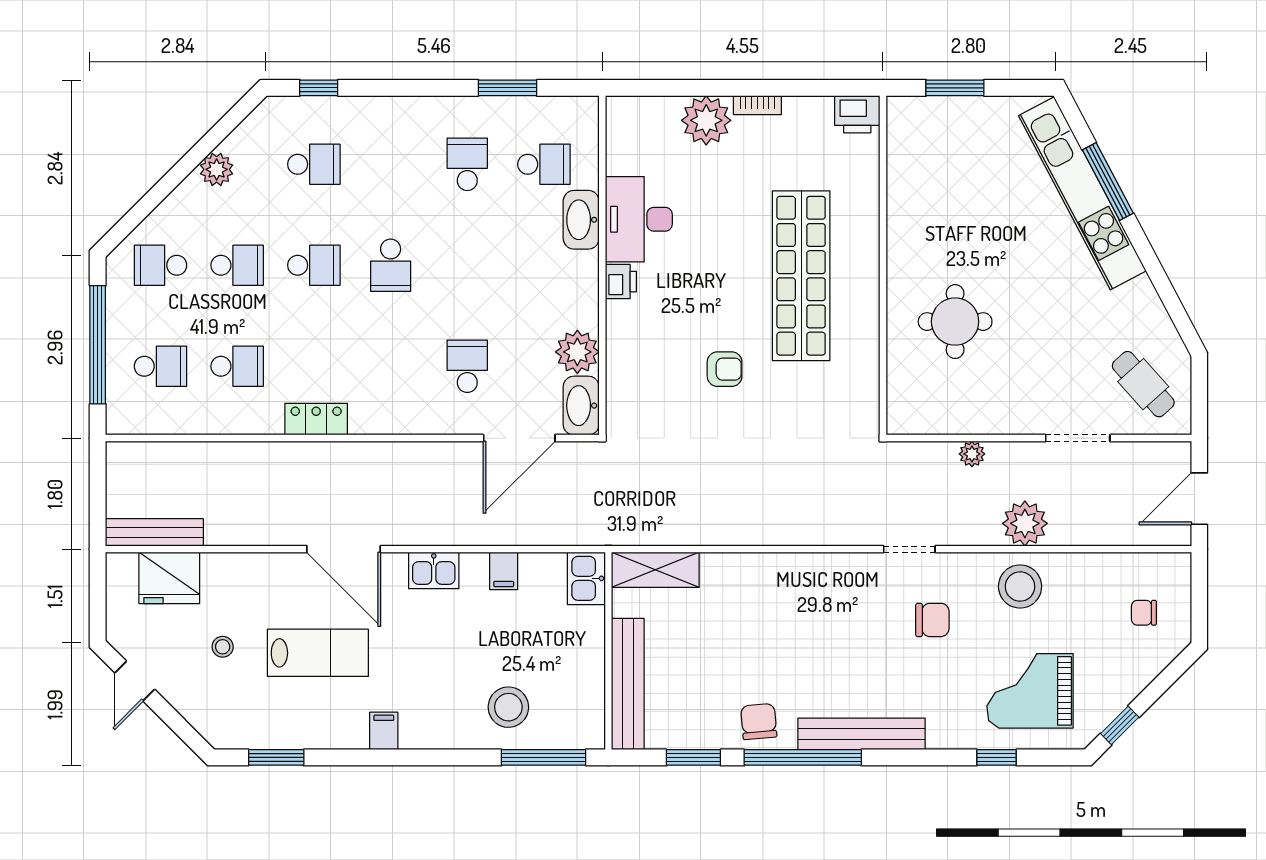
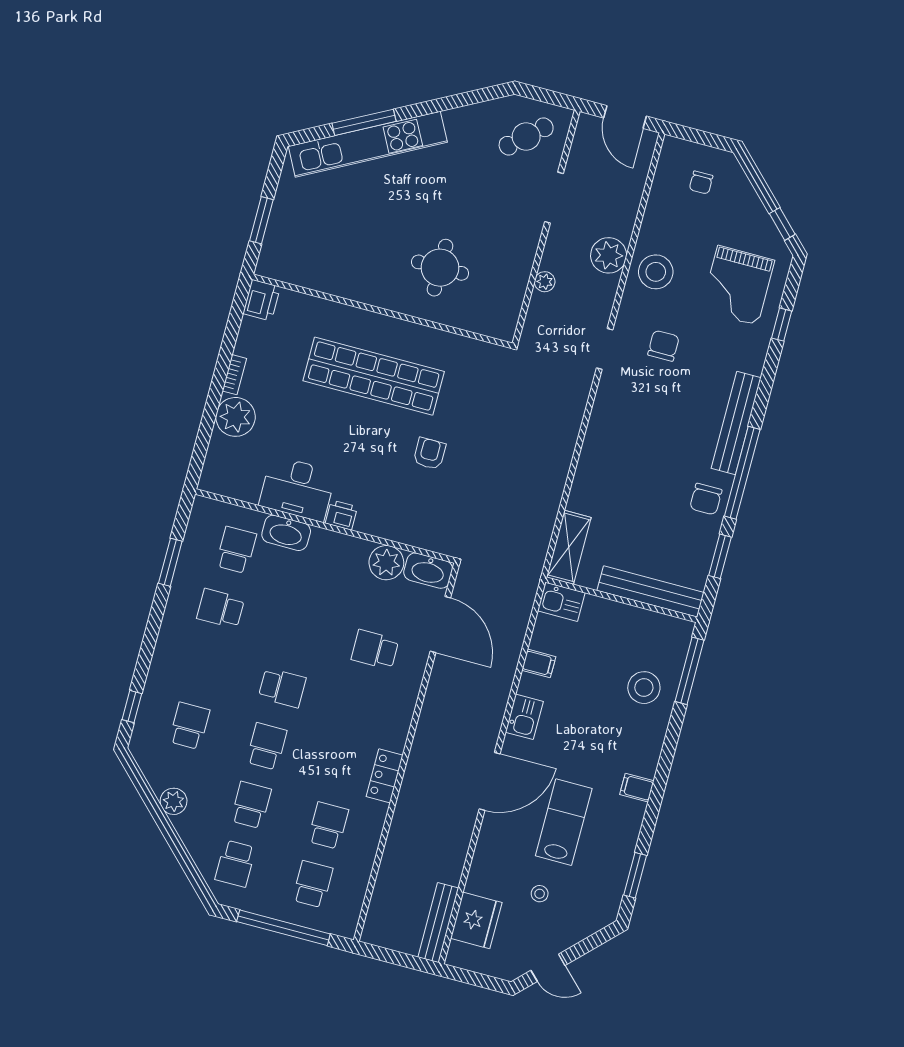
chair: (759, 722) -> (706, 499), turned -85

